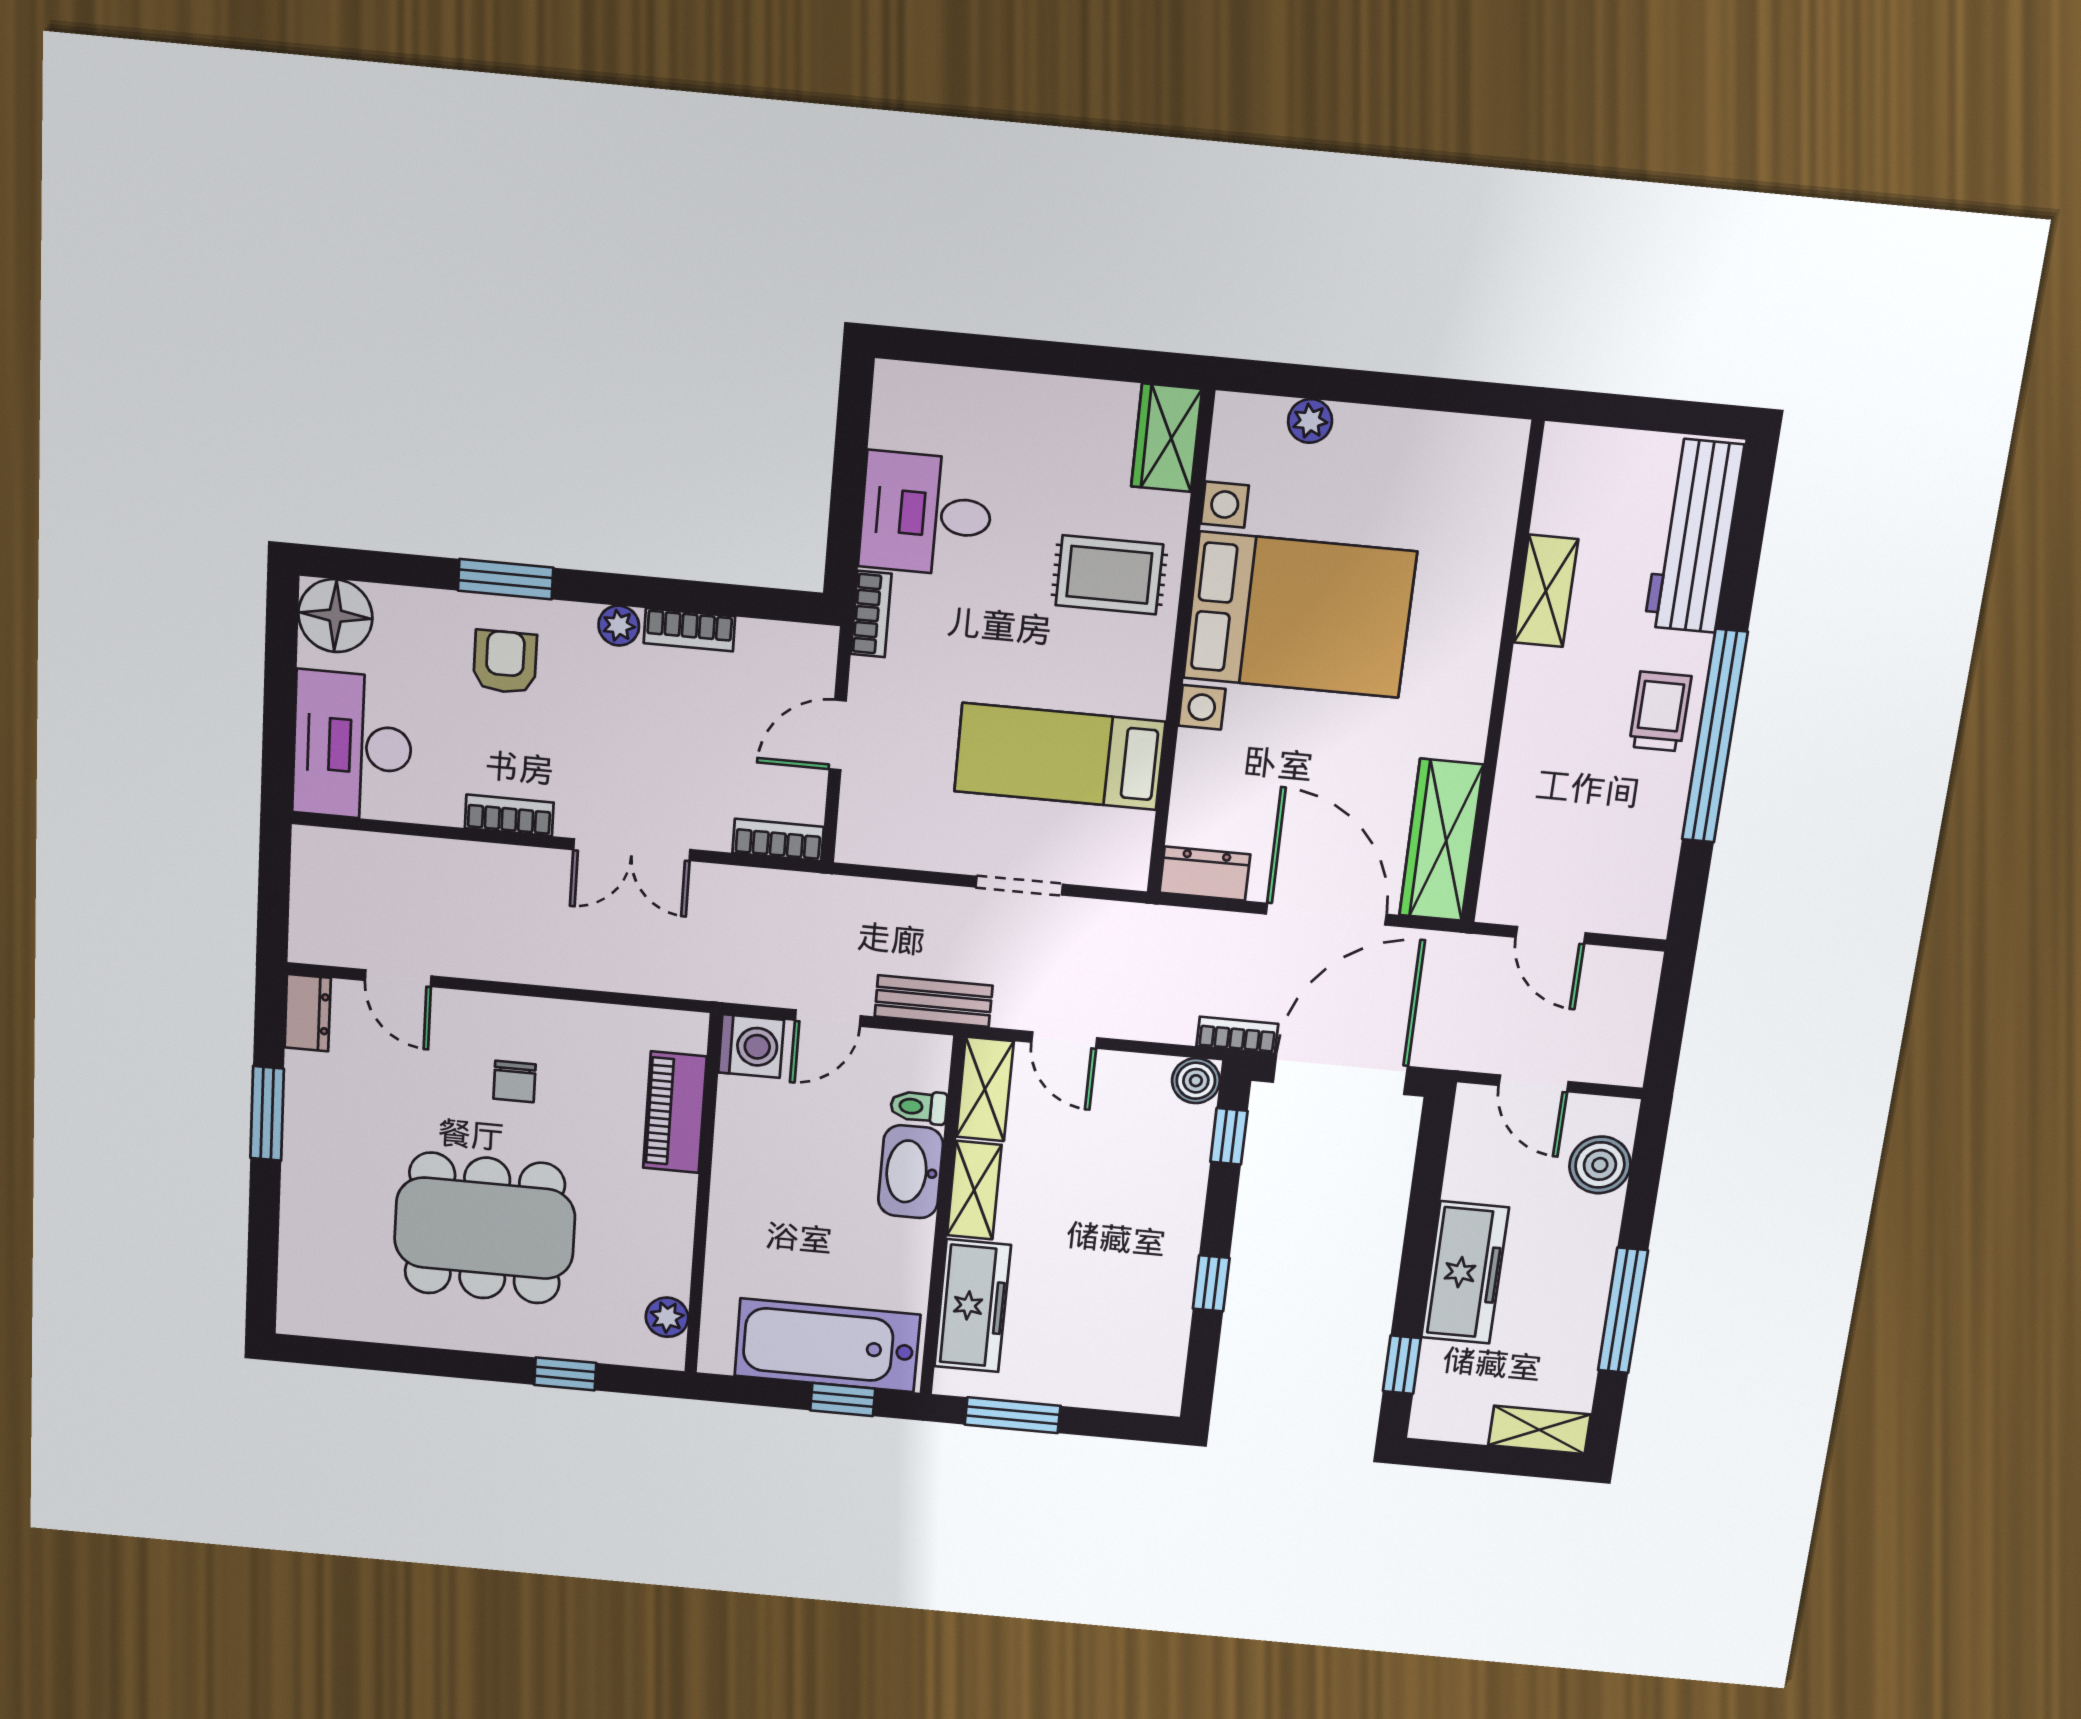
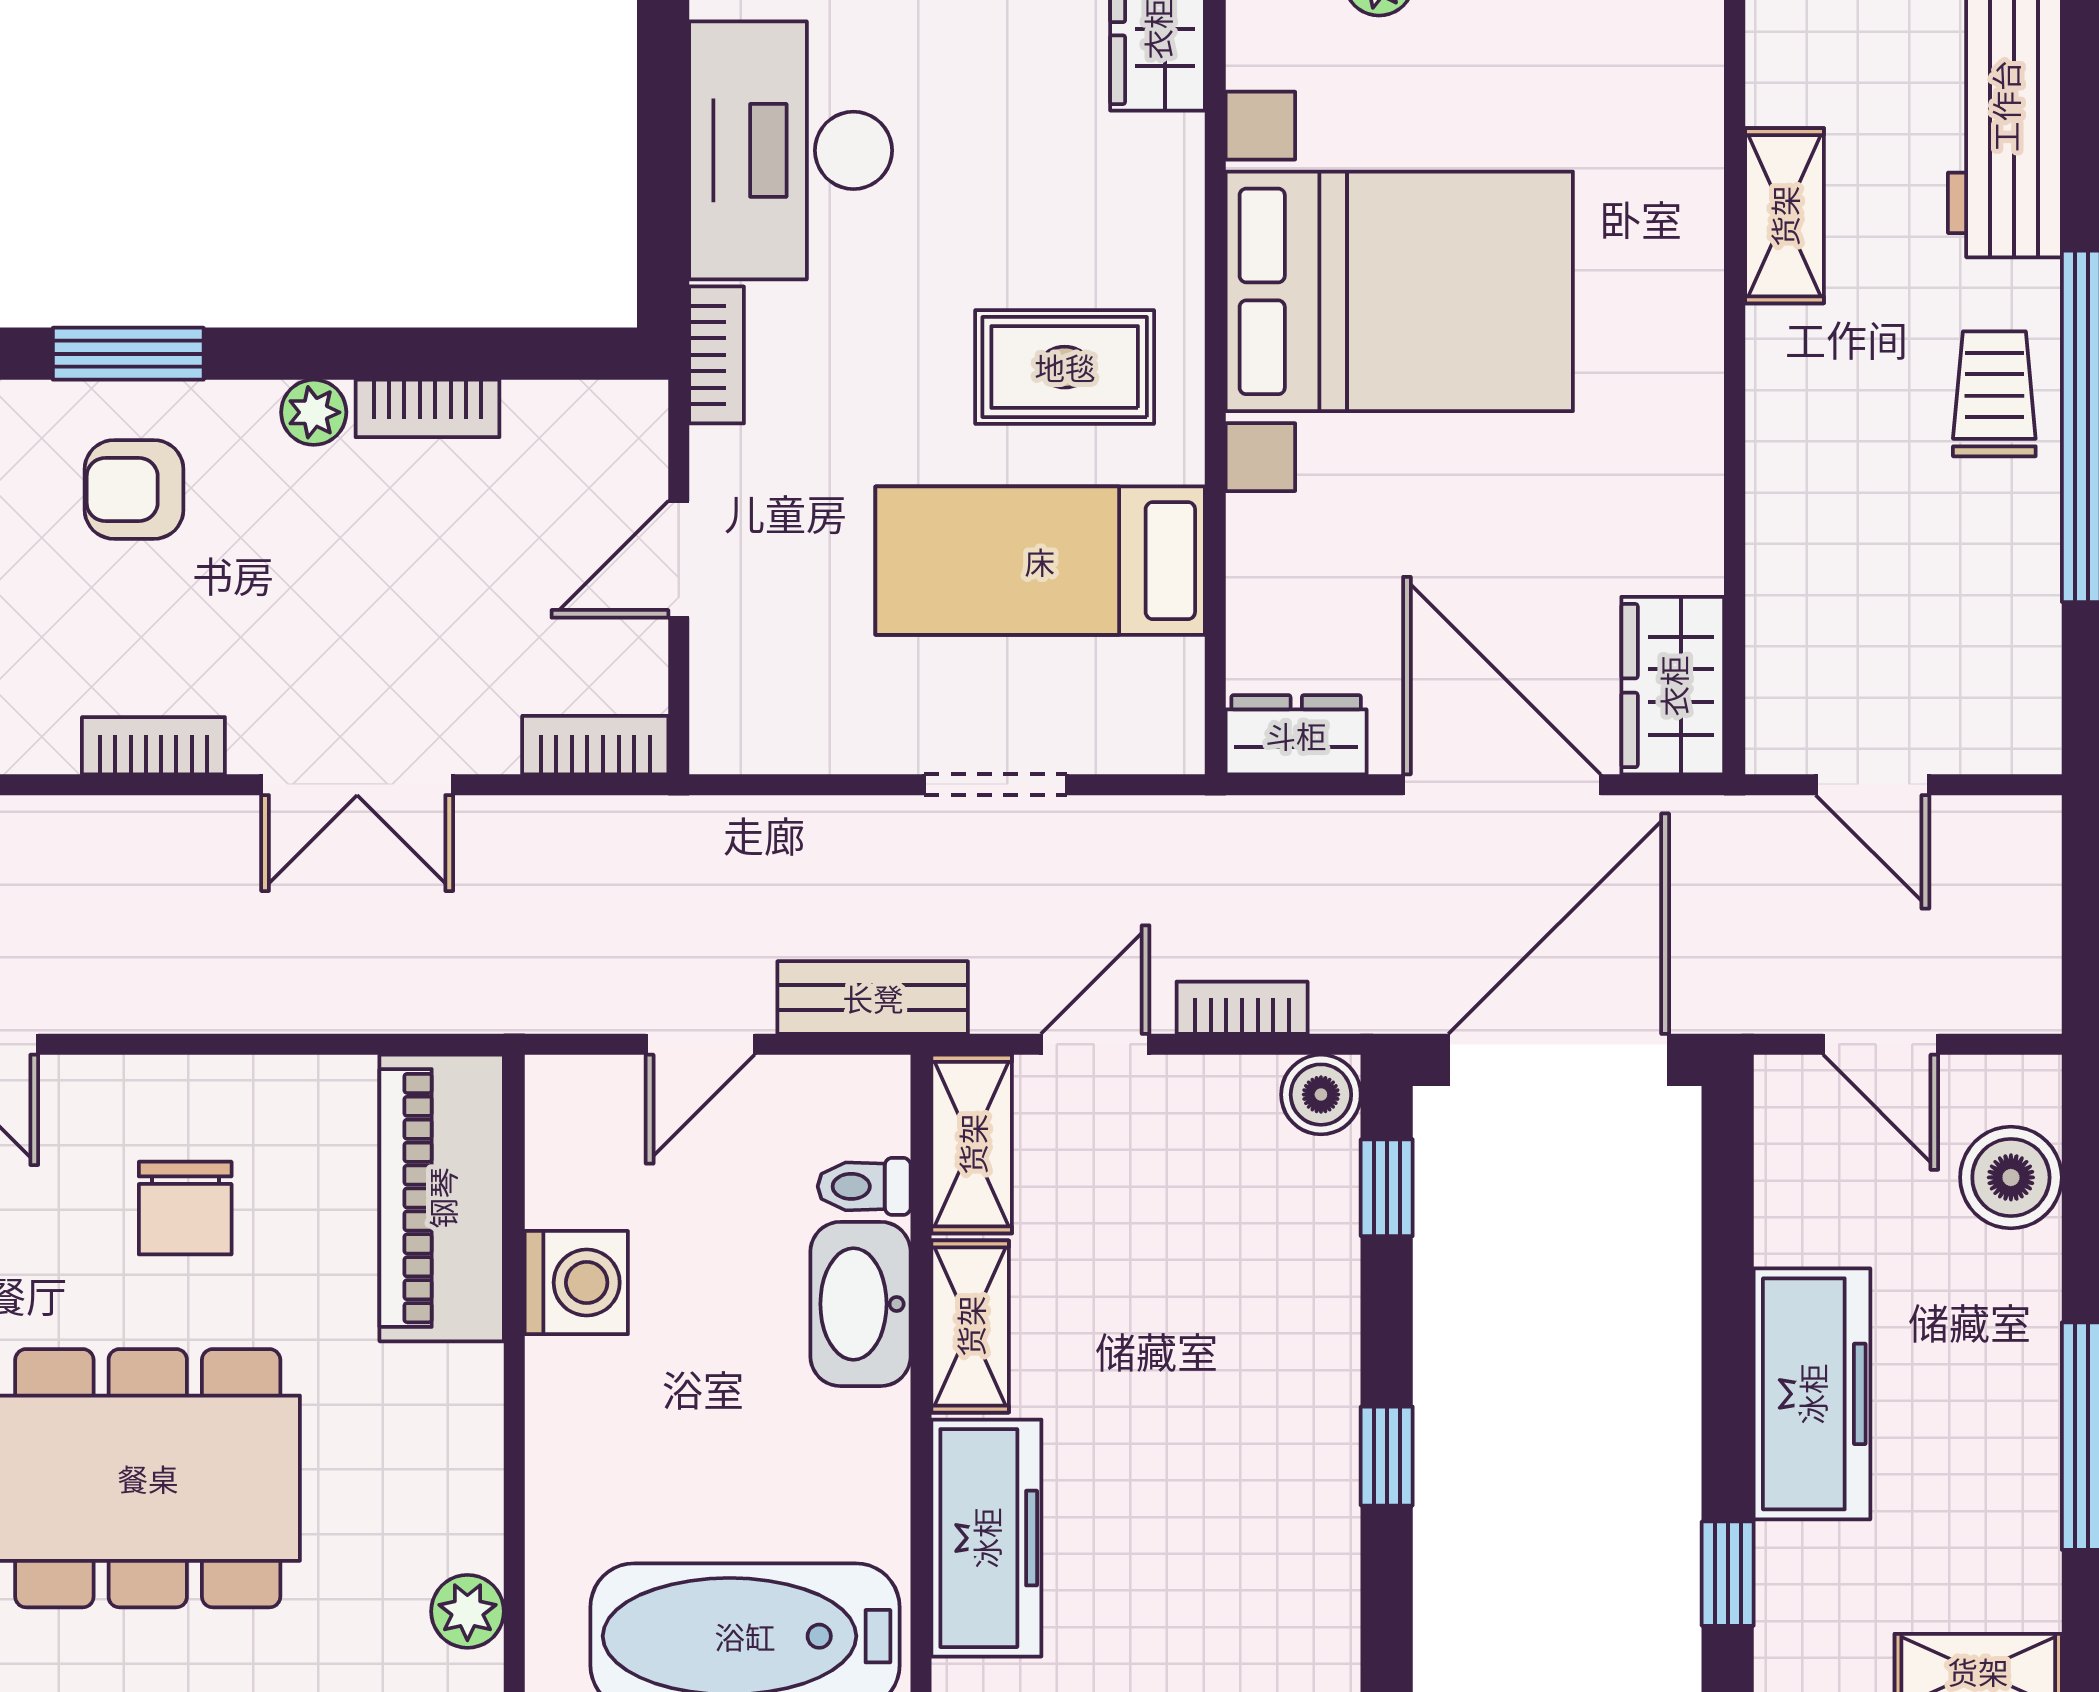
desk: (926, 514) -> (791, 150), width x1.37
rug: (1109, 575) -> (1065, 367), moved
armchair: (505, 662) -> (134, 489), turned -90
wardrobe: (1441, 840) -> (1673, 686), width x0.67
bookcase: (1237, 1035) -> (1242, 1008), moved
door: (1064, 1040) -> (1095, 1044), swing flipped
washing machine: (751, 1046) -> (576, 1283), moved
chair: (514, 1082) -> (185, 1208), width x1.37, depth x1.37
piano: (675, 1112) -> (442, 1198), width x1.37, depth x1.33

